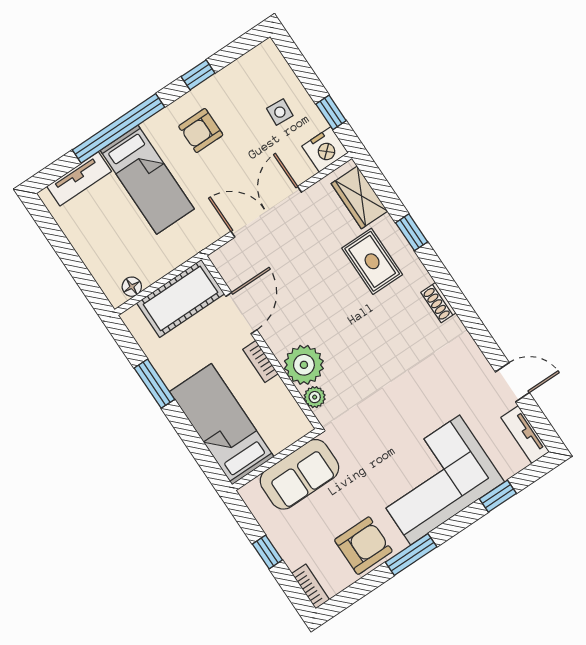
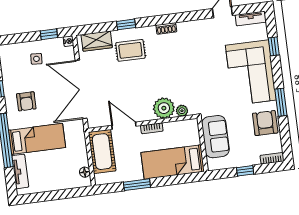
nightstand: (325, 149) -> (68, 41), width x0.53, depth x0.56
double door: (266, 212) -> (81, 89), width x1.36

